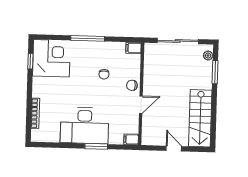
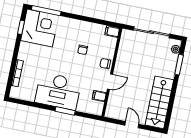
window: (88, 38) -> (46, 11), moved
filing cabinet: (131, 139) -> (99, 96), moved

